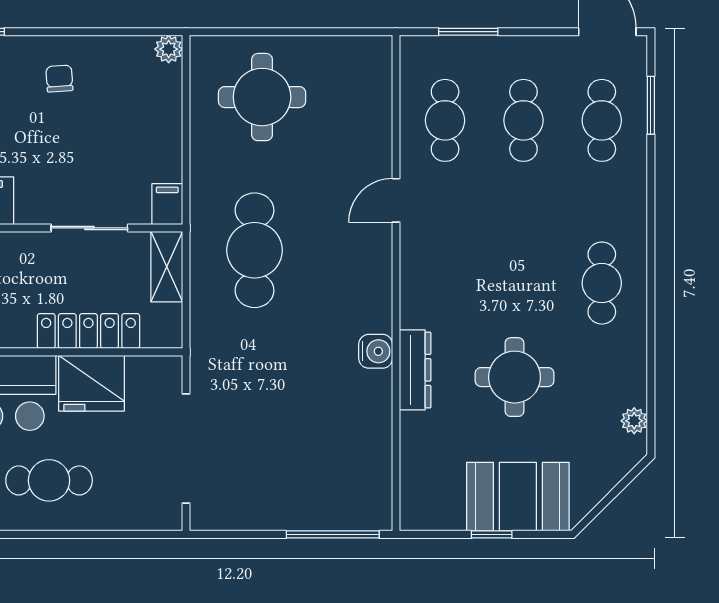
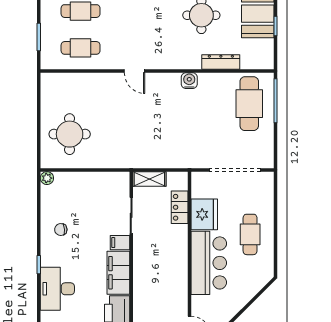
door: (396, 200) -> (135, 71), moved
filing cabinet: (167, 204) -> (120, 243), moved
cafe table: (255, 250) -> (249, 104), moved, turned 90
locker: (88, 331) -> (180, 207), width x0.66
dresser: (415, 370) -> (221, 62), moved

